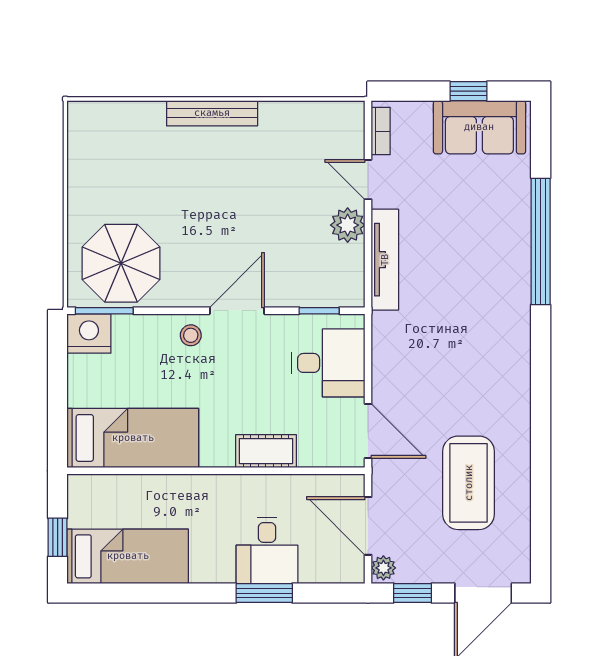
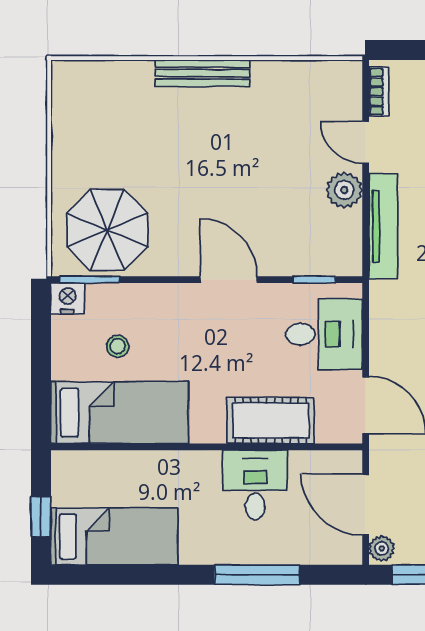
door: (237, 311) -> (229, 280), hinge flipped
nightstand: (89, 334) -> (68, 298), width x0.74, depth x0.75
stool: (191, 335) -> (118, 346), moved
cot: (266, 451) -> (271, 420), width x1.37, depth x1.34
desk: (267, 550) -> (255, 485), moved, turned 180
window: (264, 593) -> (257, 575), width x1.44

